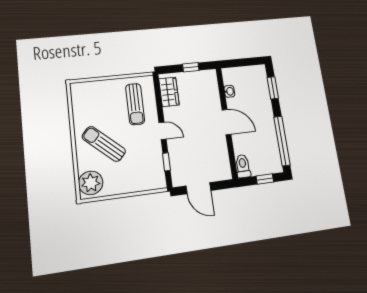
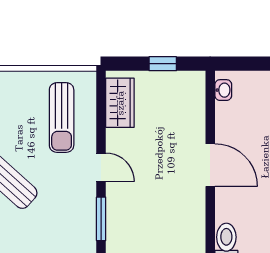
washbasin: (229, 91) -> (223, 90), moved
window: (166, 162) -> (101, 219), width x1.50

